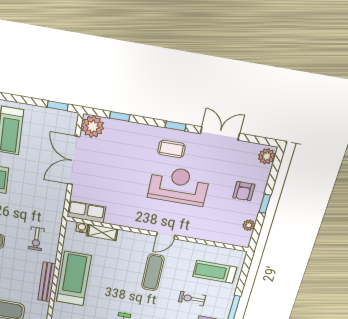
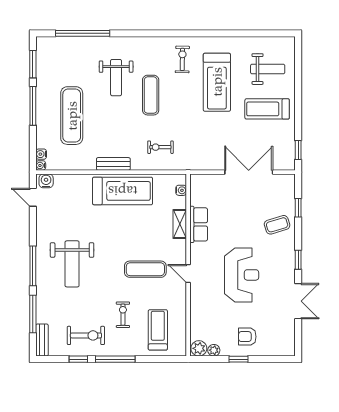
plant: (93, 127) -> (284, 185), removed
coffee table: (171, 149) -> (277, 225), moved, turned 73
plant: (267, 156) -> (199, 348), moved
row of seats: (86, 212) -> (199, 224), moved
shelving: (102, 232) -> (180, 224), moved
bench: (47, 282) -> (113, 164), width x0.73

